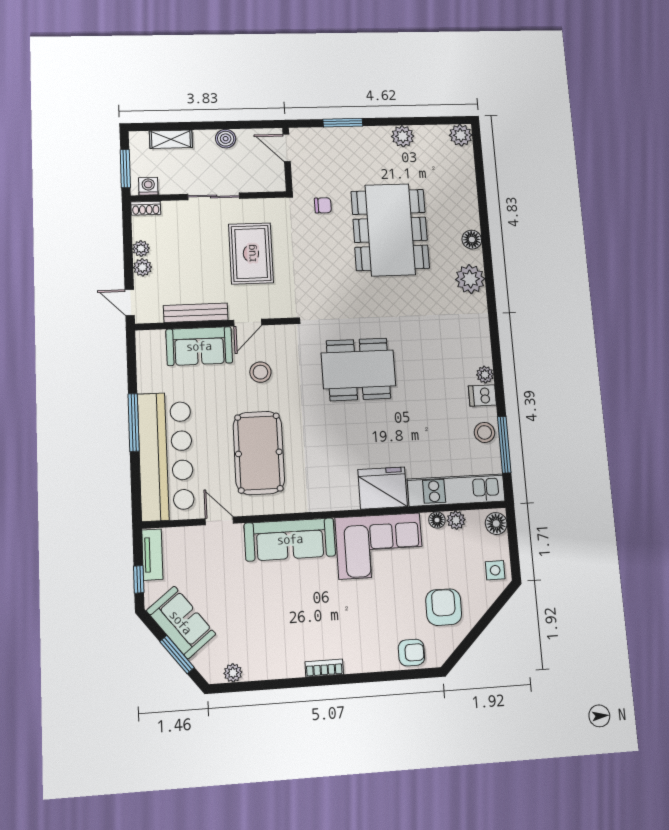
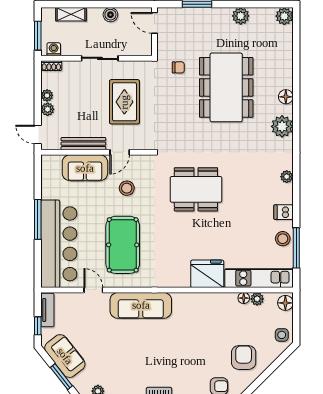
plant: (485, 375) -> (287, 177), moved
corner sofa: (379, 546) -> (202, 313), removed

